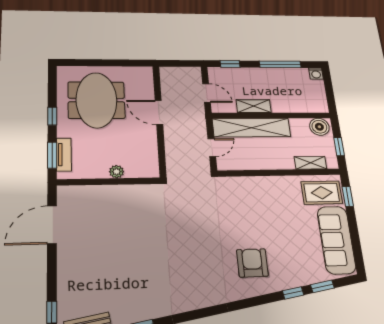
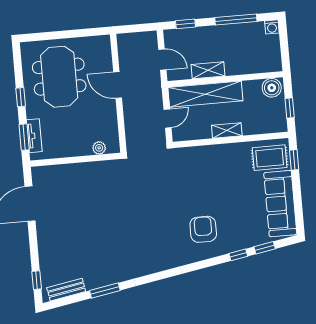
shelving: (310, 163) -> (227, 130), moved
plant: (117, 172) -> (99, 148), moved

